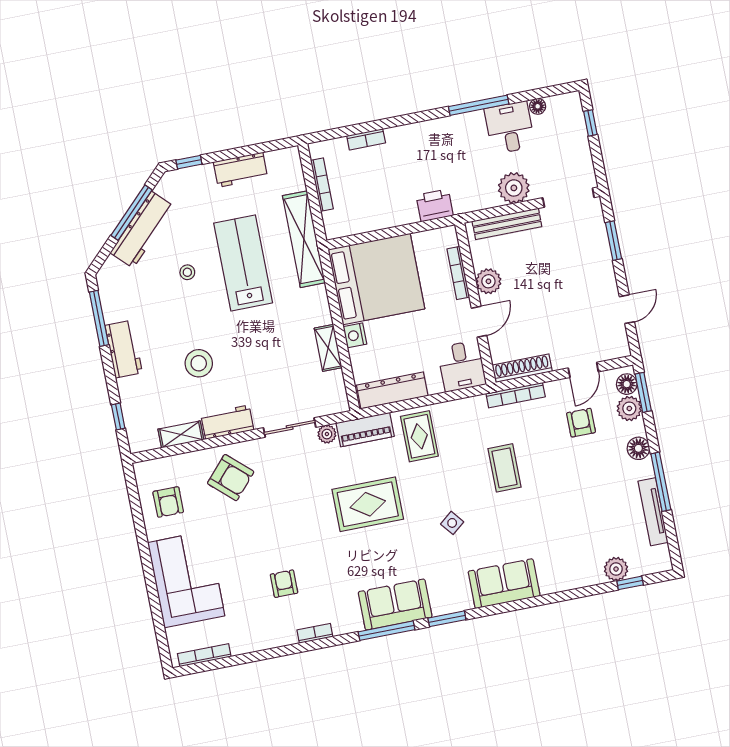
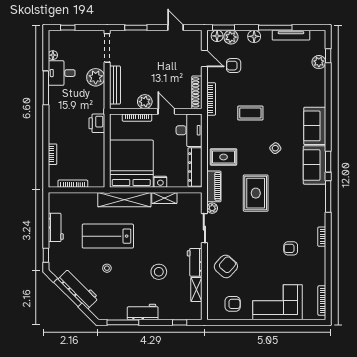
shelving: (304, 239) -> (124, 200), moved
desk: (462, 366) -> (189, 130), width x1.37
sofa: (395, 604) -> (314, 165), moved

